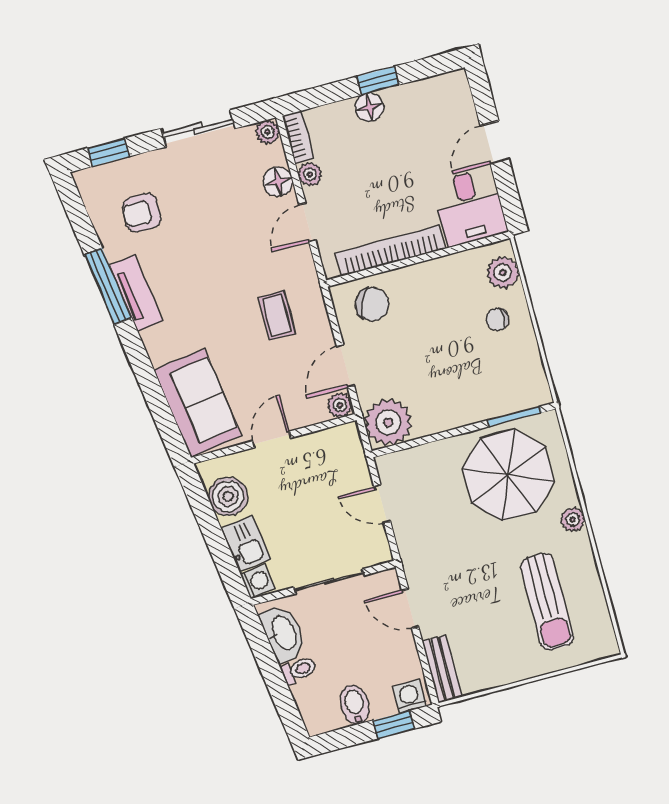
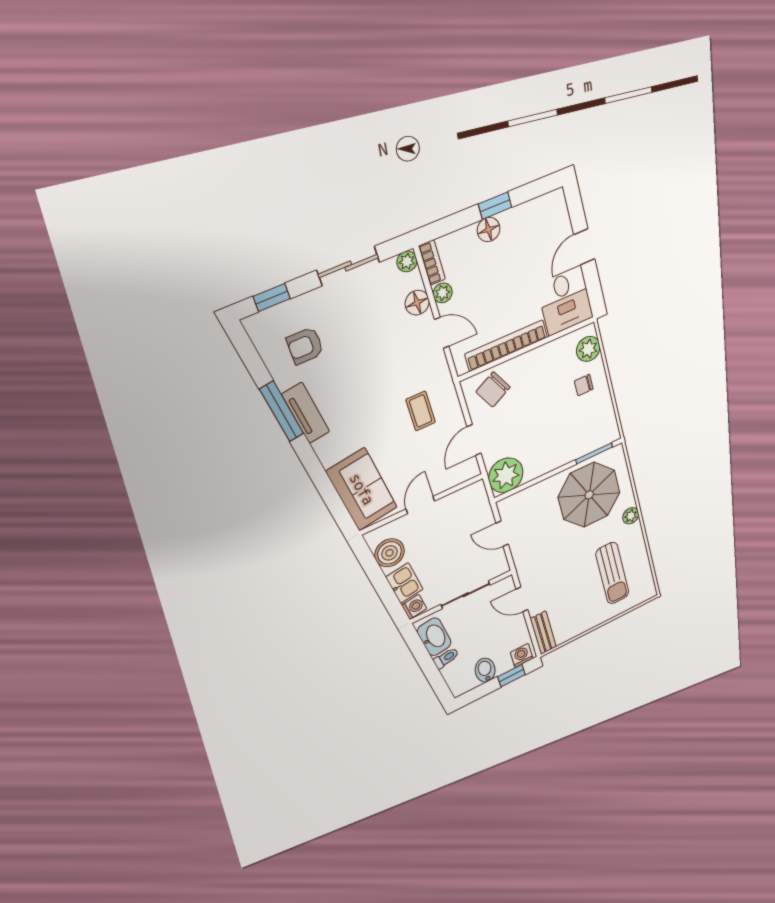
door: (307, 222) -> (442, 333), swing flipped
chair: (372, 304) -> (493, 389), turned 130
plant: (340, 405) -> (470, 470), removed

